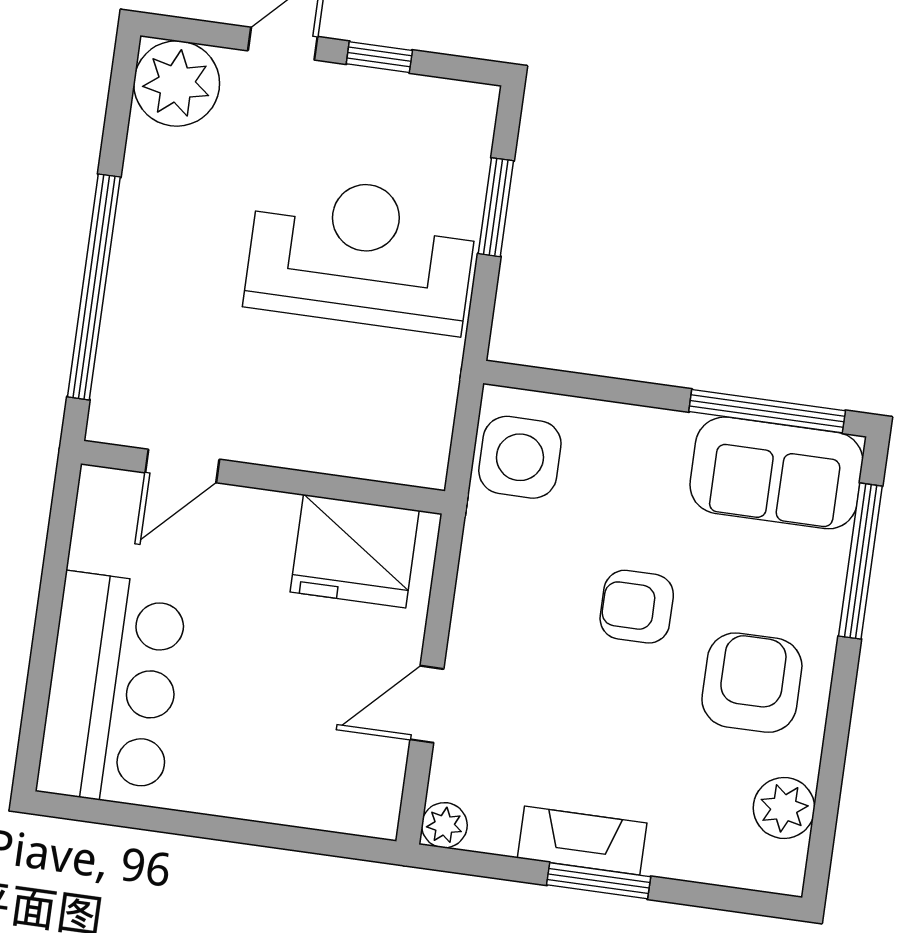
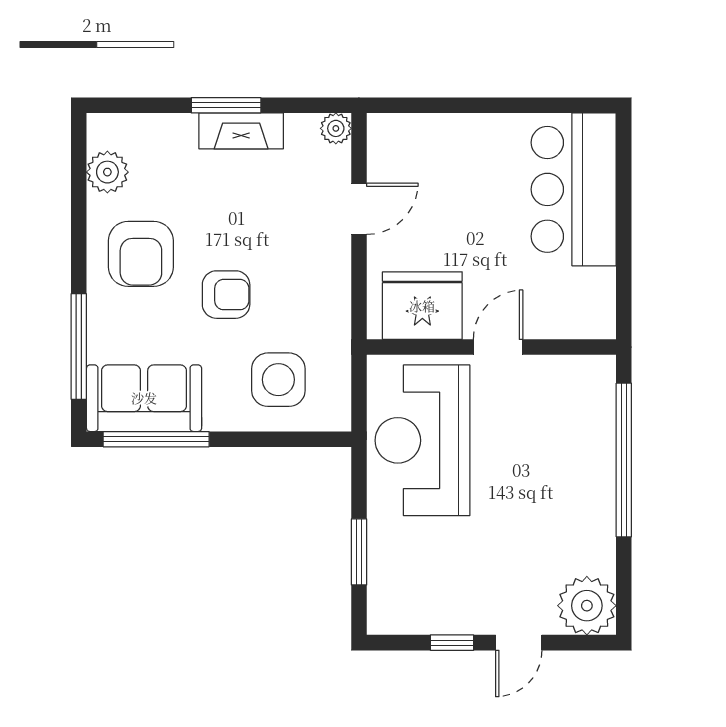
reception desk: (361, 253) -> (422, 440), moved, turned 90
side table: (520, 457) -> (278, 380), moved
door: (182, 466) -> (498, 347), moved

